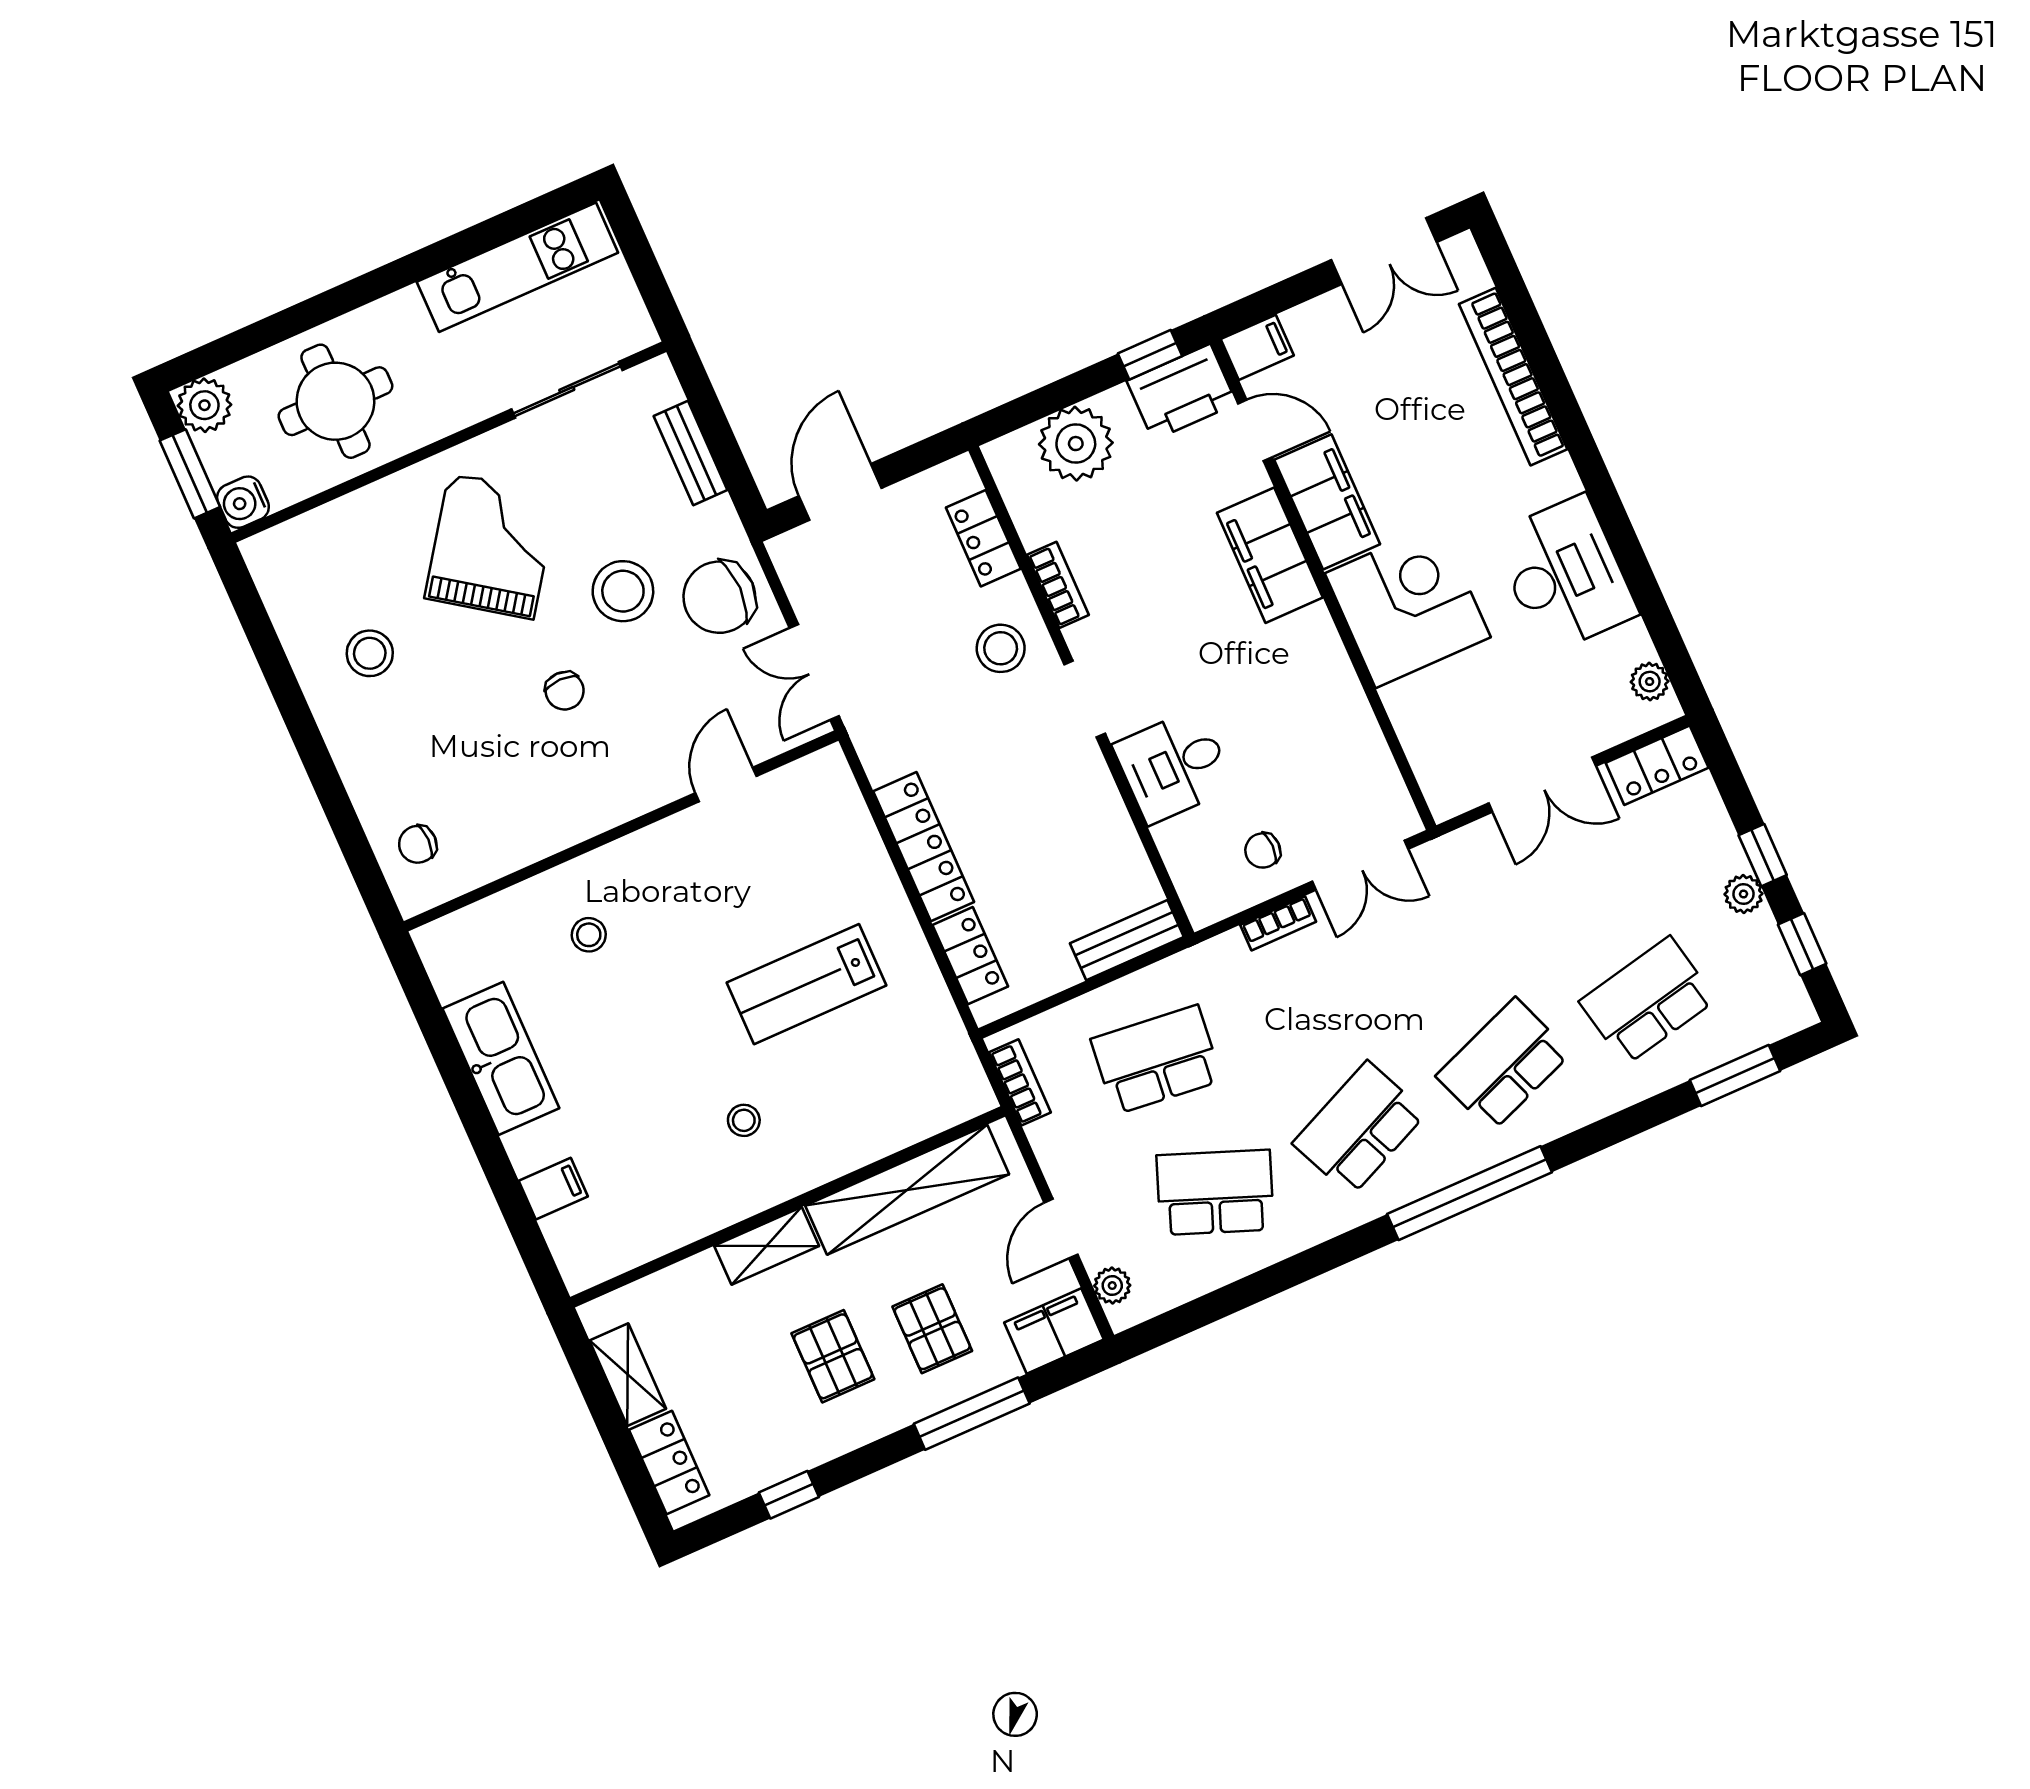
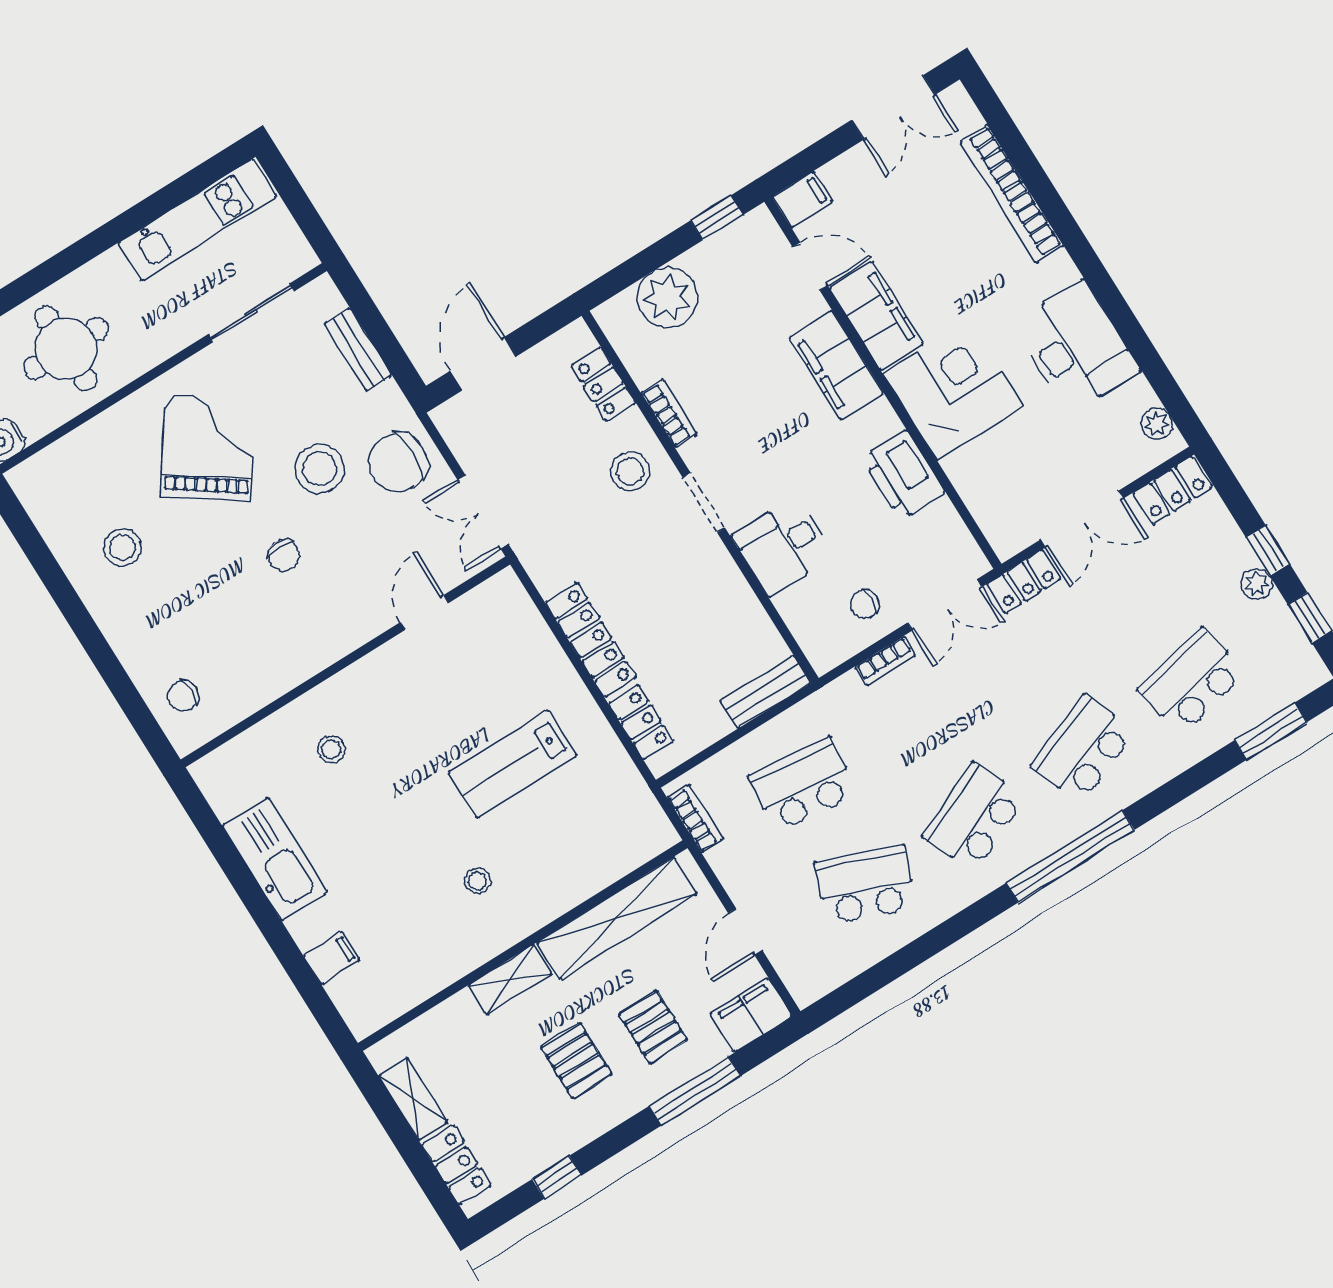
printer: (1182, 392) -> (903, 475), moved, turned 90
locker: (1460, 851) -> (1024, 582), added
plant: (1112, 1286) -> (793, 972), removed

